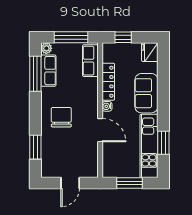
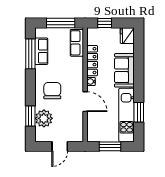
plant: (46, 48) -> (44, 118), moved, width x1.88, depth x1.88

